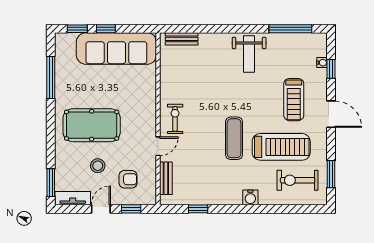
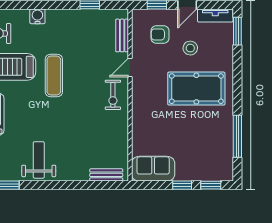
sofa: (116, 49) -> (153, 169), width x0.54, depth x0.79

